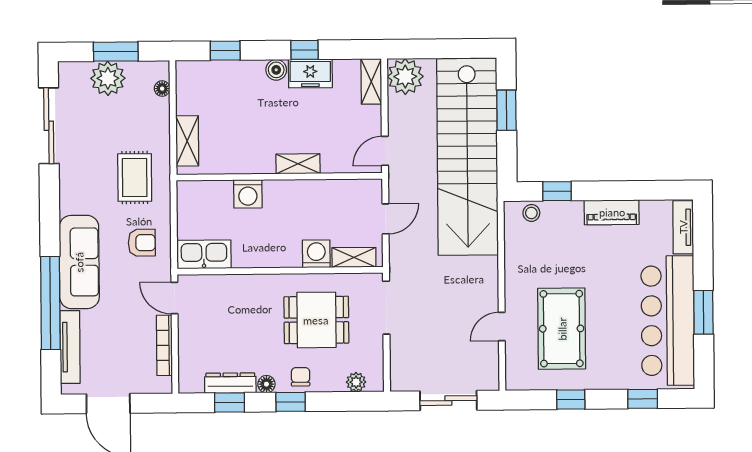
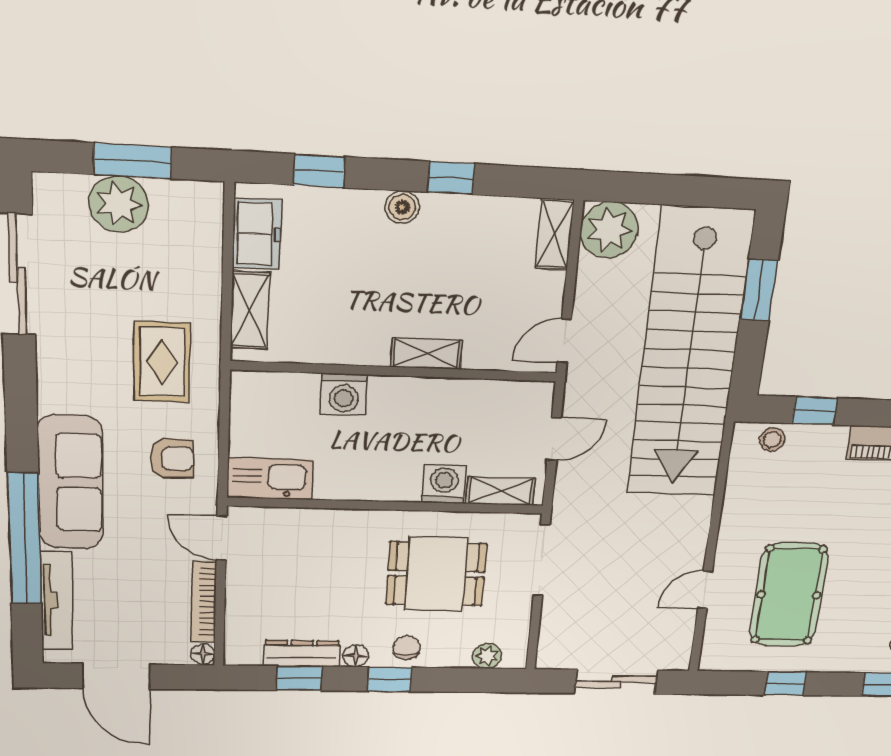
freezer: (310, 73) -> (257, 234), moved, turned -90
floor lamp: (162, 89) -> (203, 654), moved

